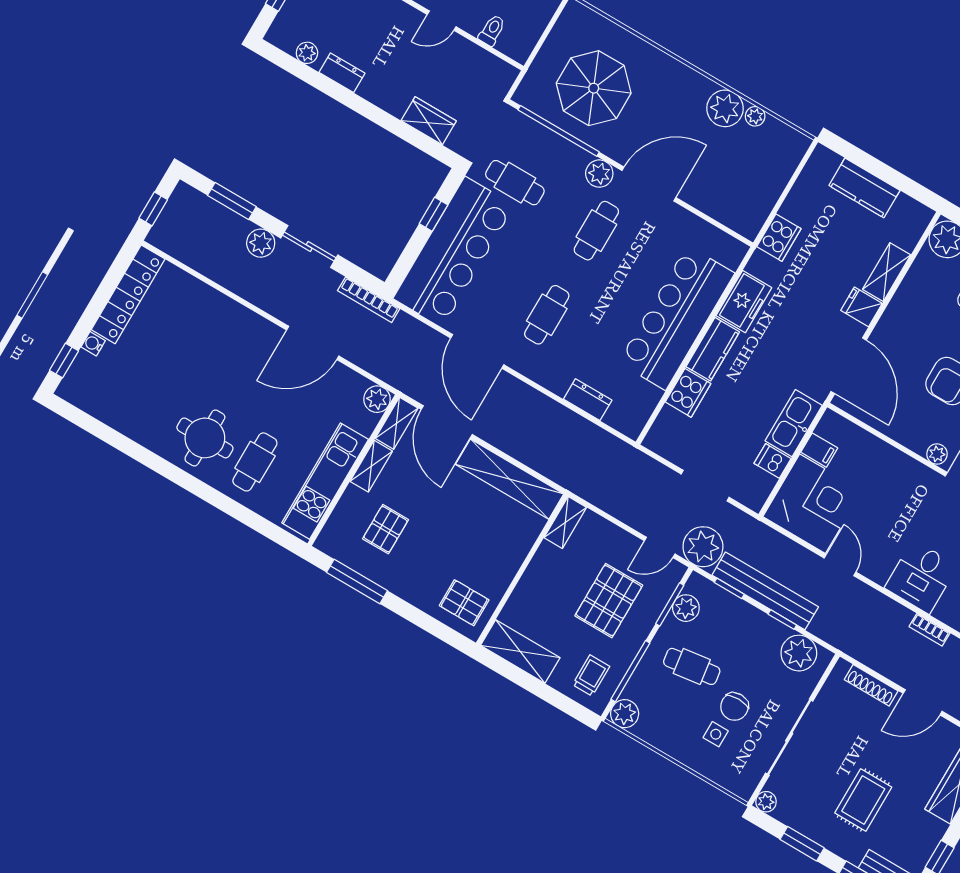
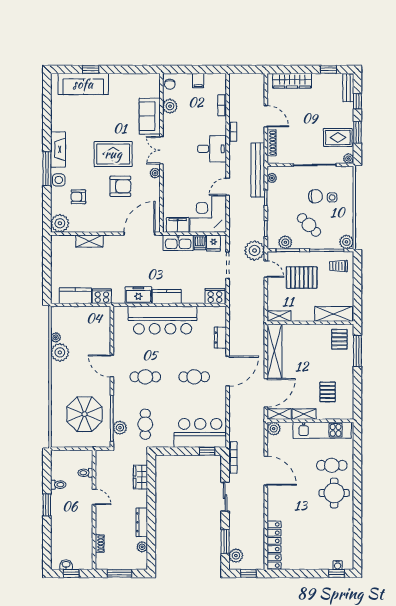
dresser: (342, 73) -> (142, 522), width x1.44
plant: (599, 174) -> (120, 428), moved
door: (649, 184) -> (112, 366), width x0.73
kitchen counter: (864, 188) -> (75, 296), moved, turned -90
window: (433, 214) -> (207, 451), moved
plant: (261, 243) -> (236, 556), moved
bar counter: (454, 252) -> (200, 433), width x0.73
locker: (128, 294) -> (274, 545), moved, turned 90
fridge: (861, 307) -> (213, 243), moved
water cooler: (93, 344) -> (338, 565), moved
door: (477, 351) -> (228, 371), moved
cooker: (688, 393) -> (215, 296), moved
filing cabinet: (819, 450) -> (178, 225), width x2.00
pallet: (386, 529) -> (328, 392), turned 90
window: (357, 582) -> (357, 351), moved
bench: (765, 591) -> (258, 170), moved
shelving: (520, 651) -> (334, 314), moved, turned 90
plant: (799, 653) -> (272, 178), width x0.53, depth x0.53
cafe table: (692, 666) -> (309, 225), turned -37
rug: (863, 800) -> (338, 137), moved

